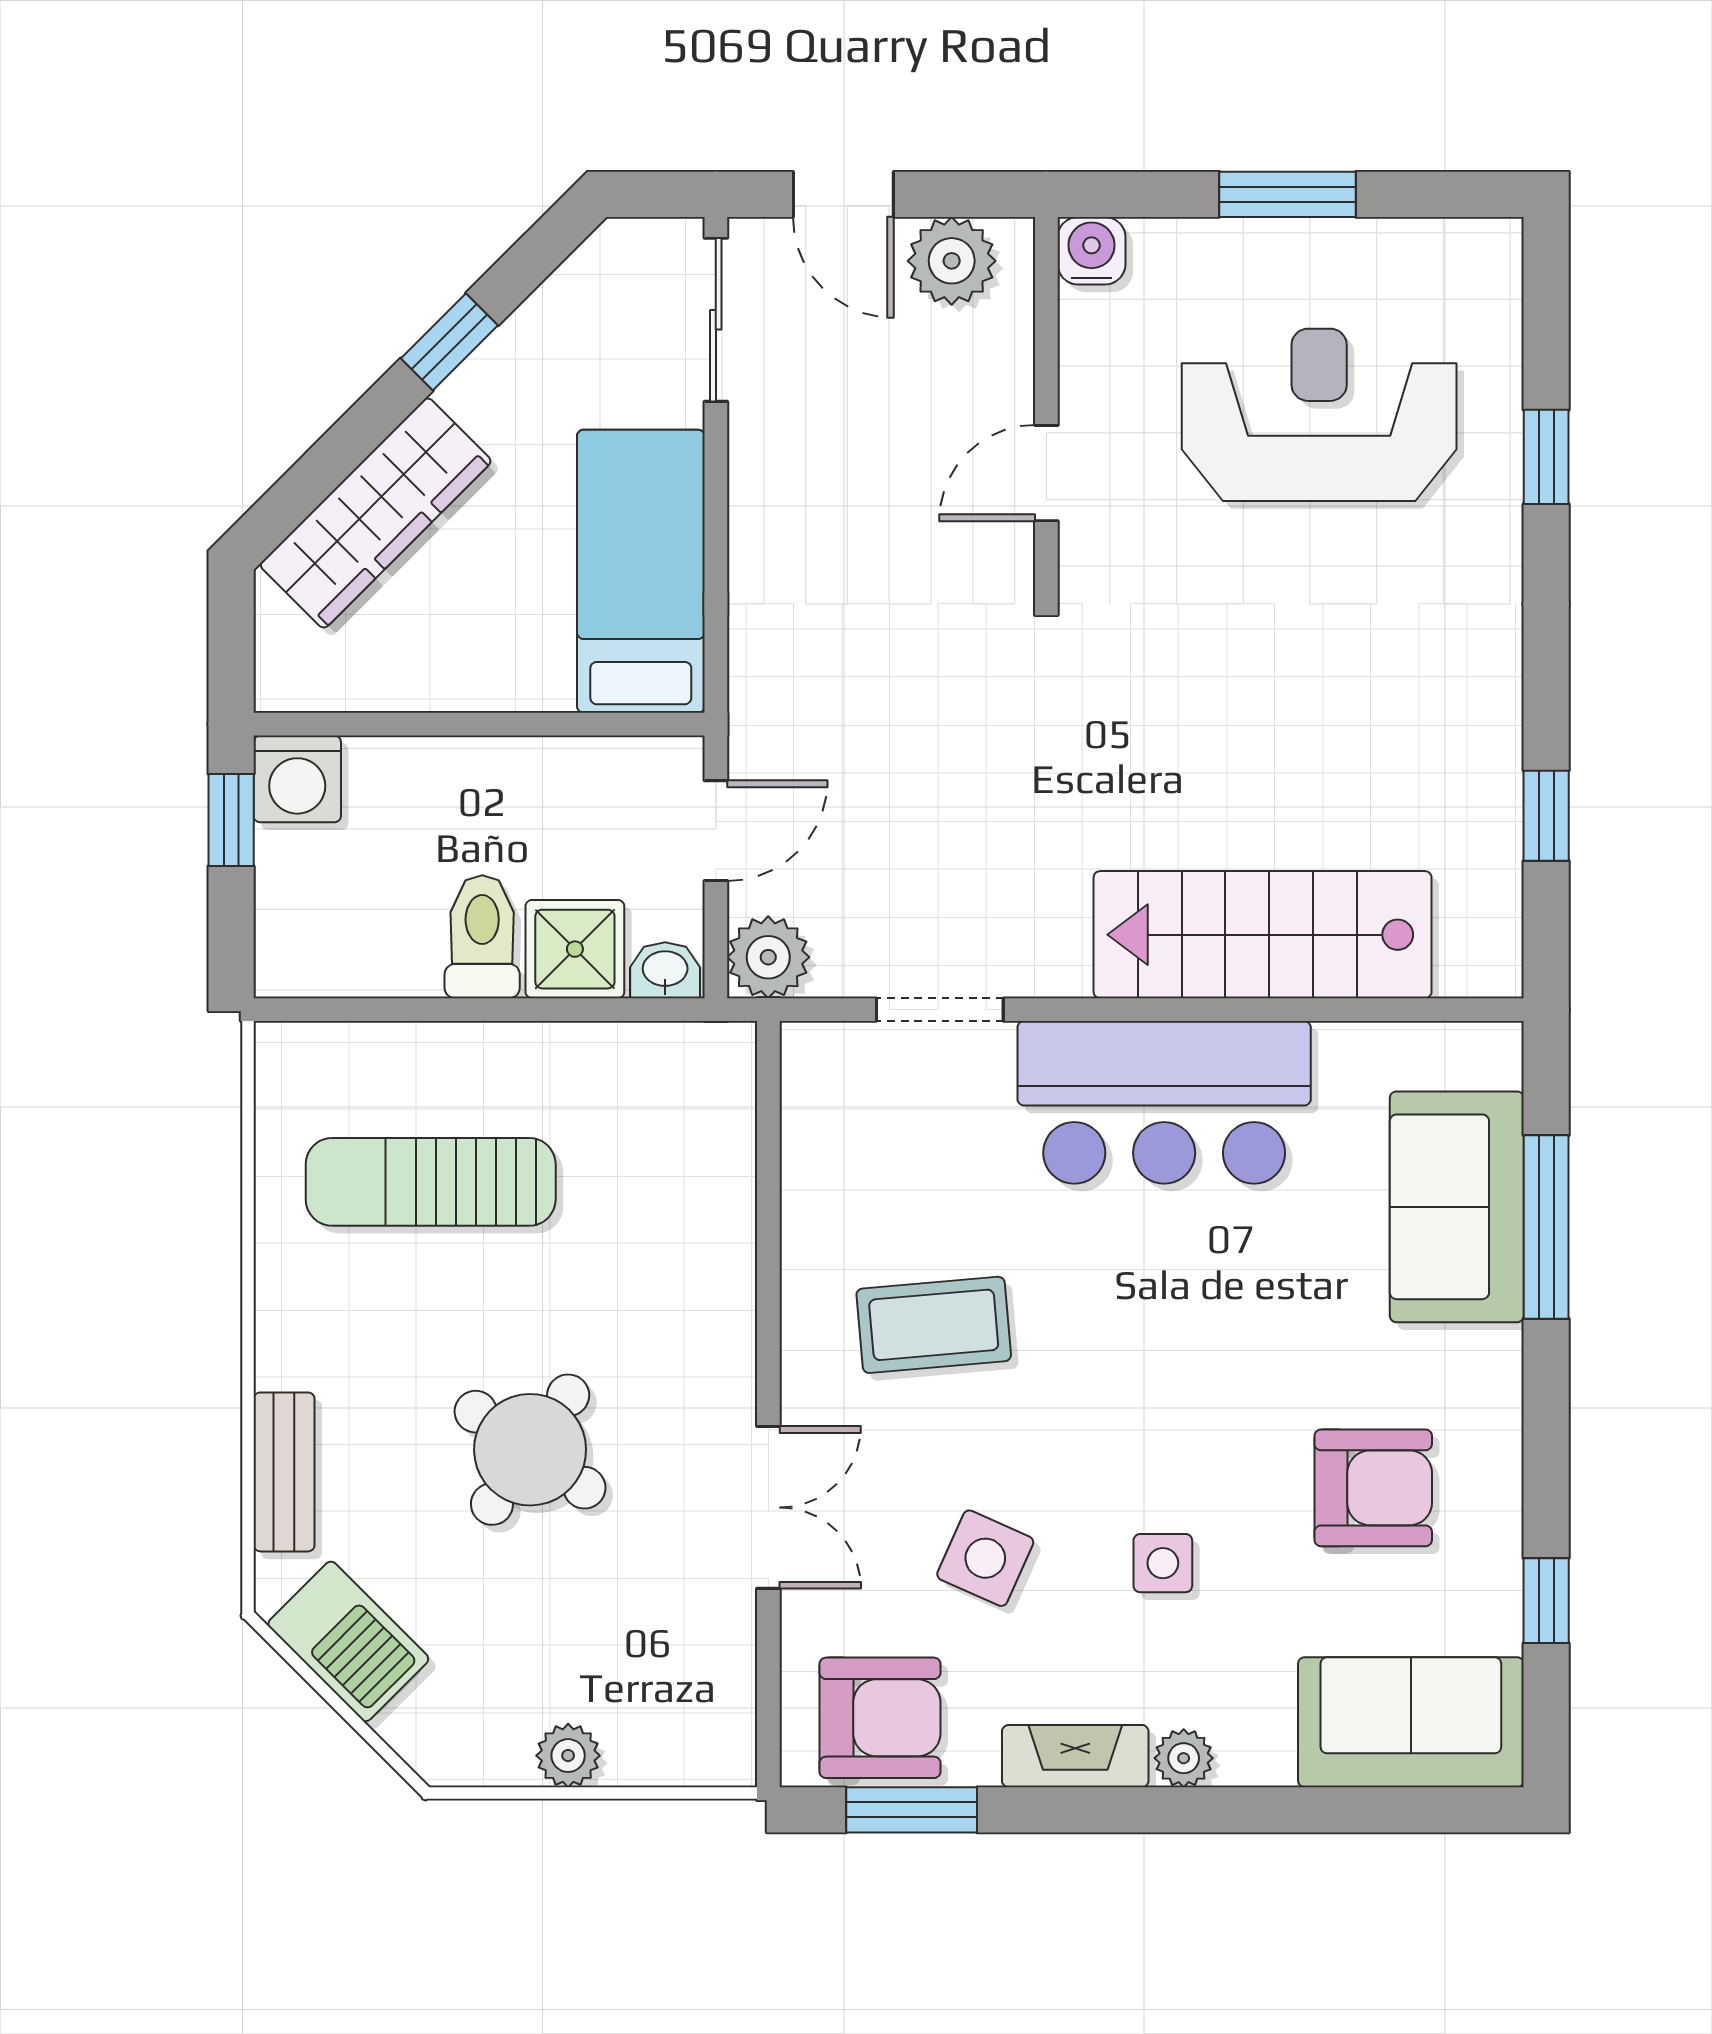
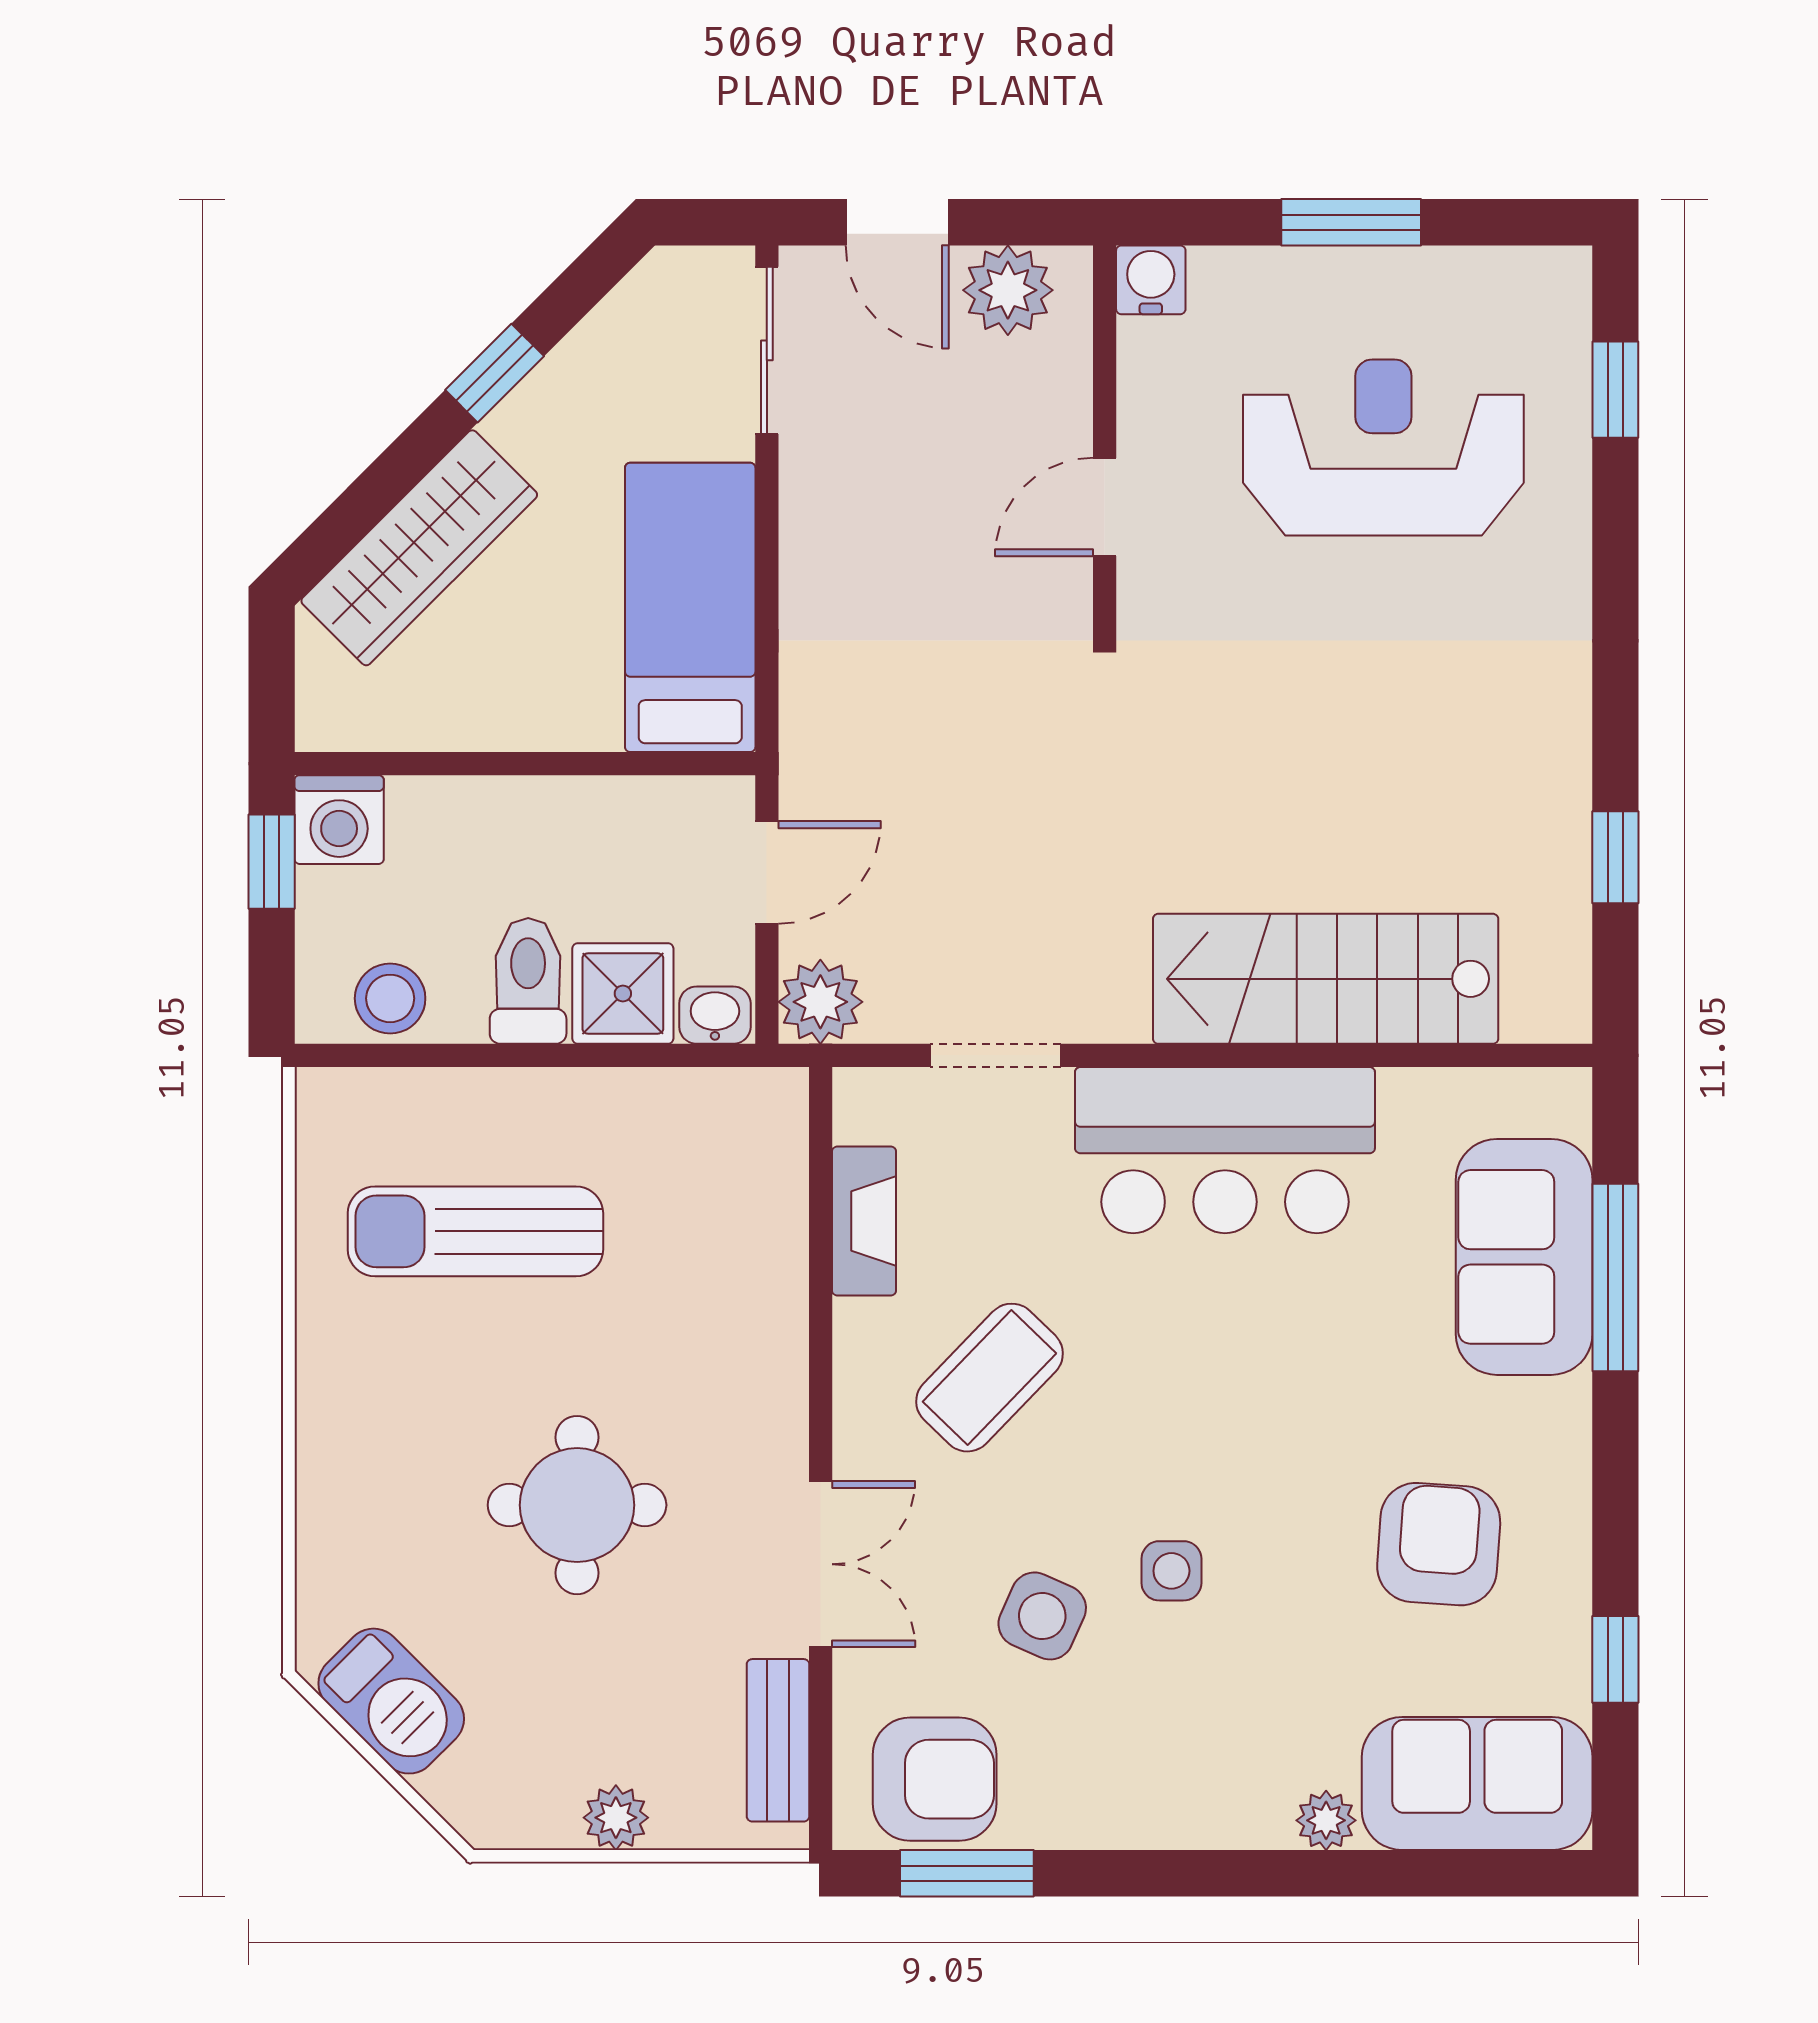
window: (1546, 457) -> (1615, 390), moved
stool: (347, 954) -> (390, 998), added
coffee table: (934, 1325) -> (990, 1378), turned -41
round table: (530, 1450) -> (577, 1505), turned -35
bench: (284, 1472) -> (778, 1740), moved
armchair: (1373, 1488) -> (1439, 1544), turned -86
side table: (1163, 1563) -> (1171, 1571), moved
fireplace: (1075, 1756) -> (864, 1221), moved, turned 90
plant: (1184, 1758) -> (1326, 1820), moved

